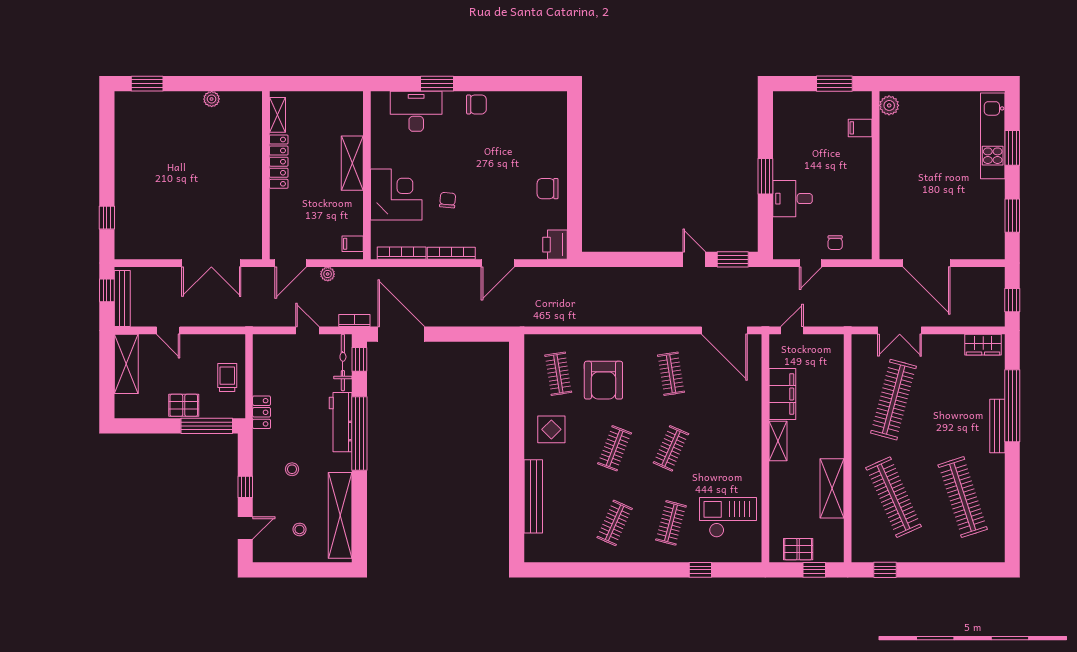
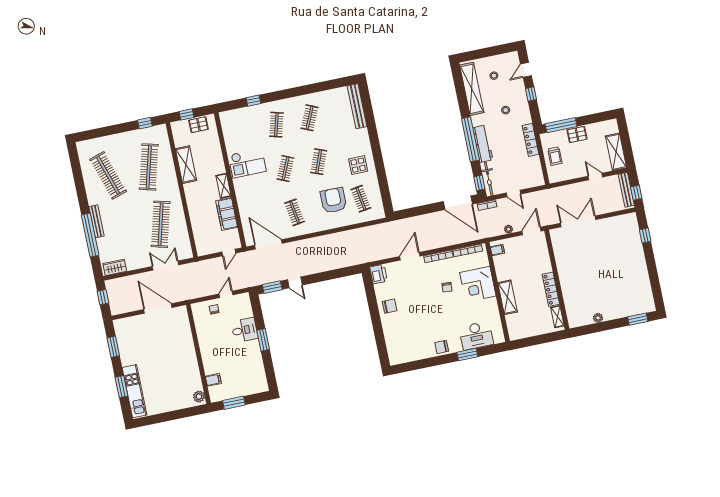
locker: (262, 412) -> (530, 140), width x1.53
bench: (533, 496) -> (357, 106), moved
clothes rail: (894, 497) -> (149, 167), turned 39
checkout: (728, 517) -> (247, 163), moved

